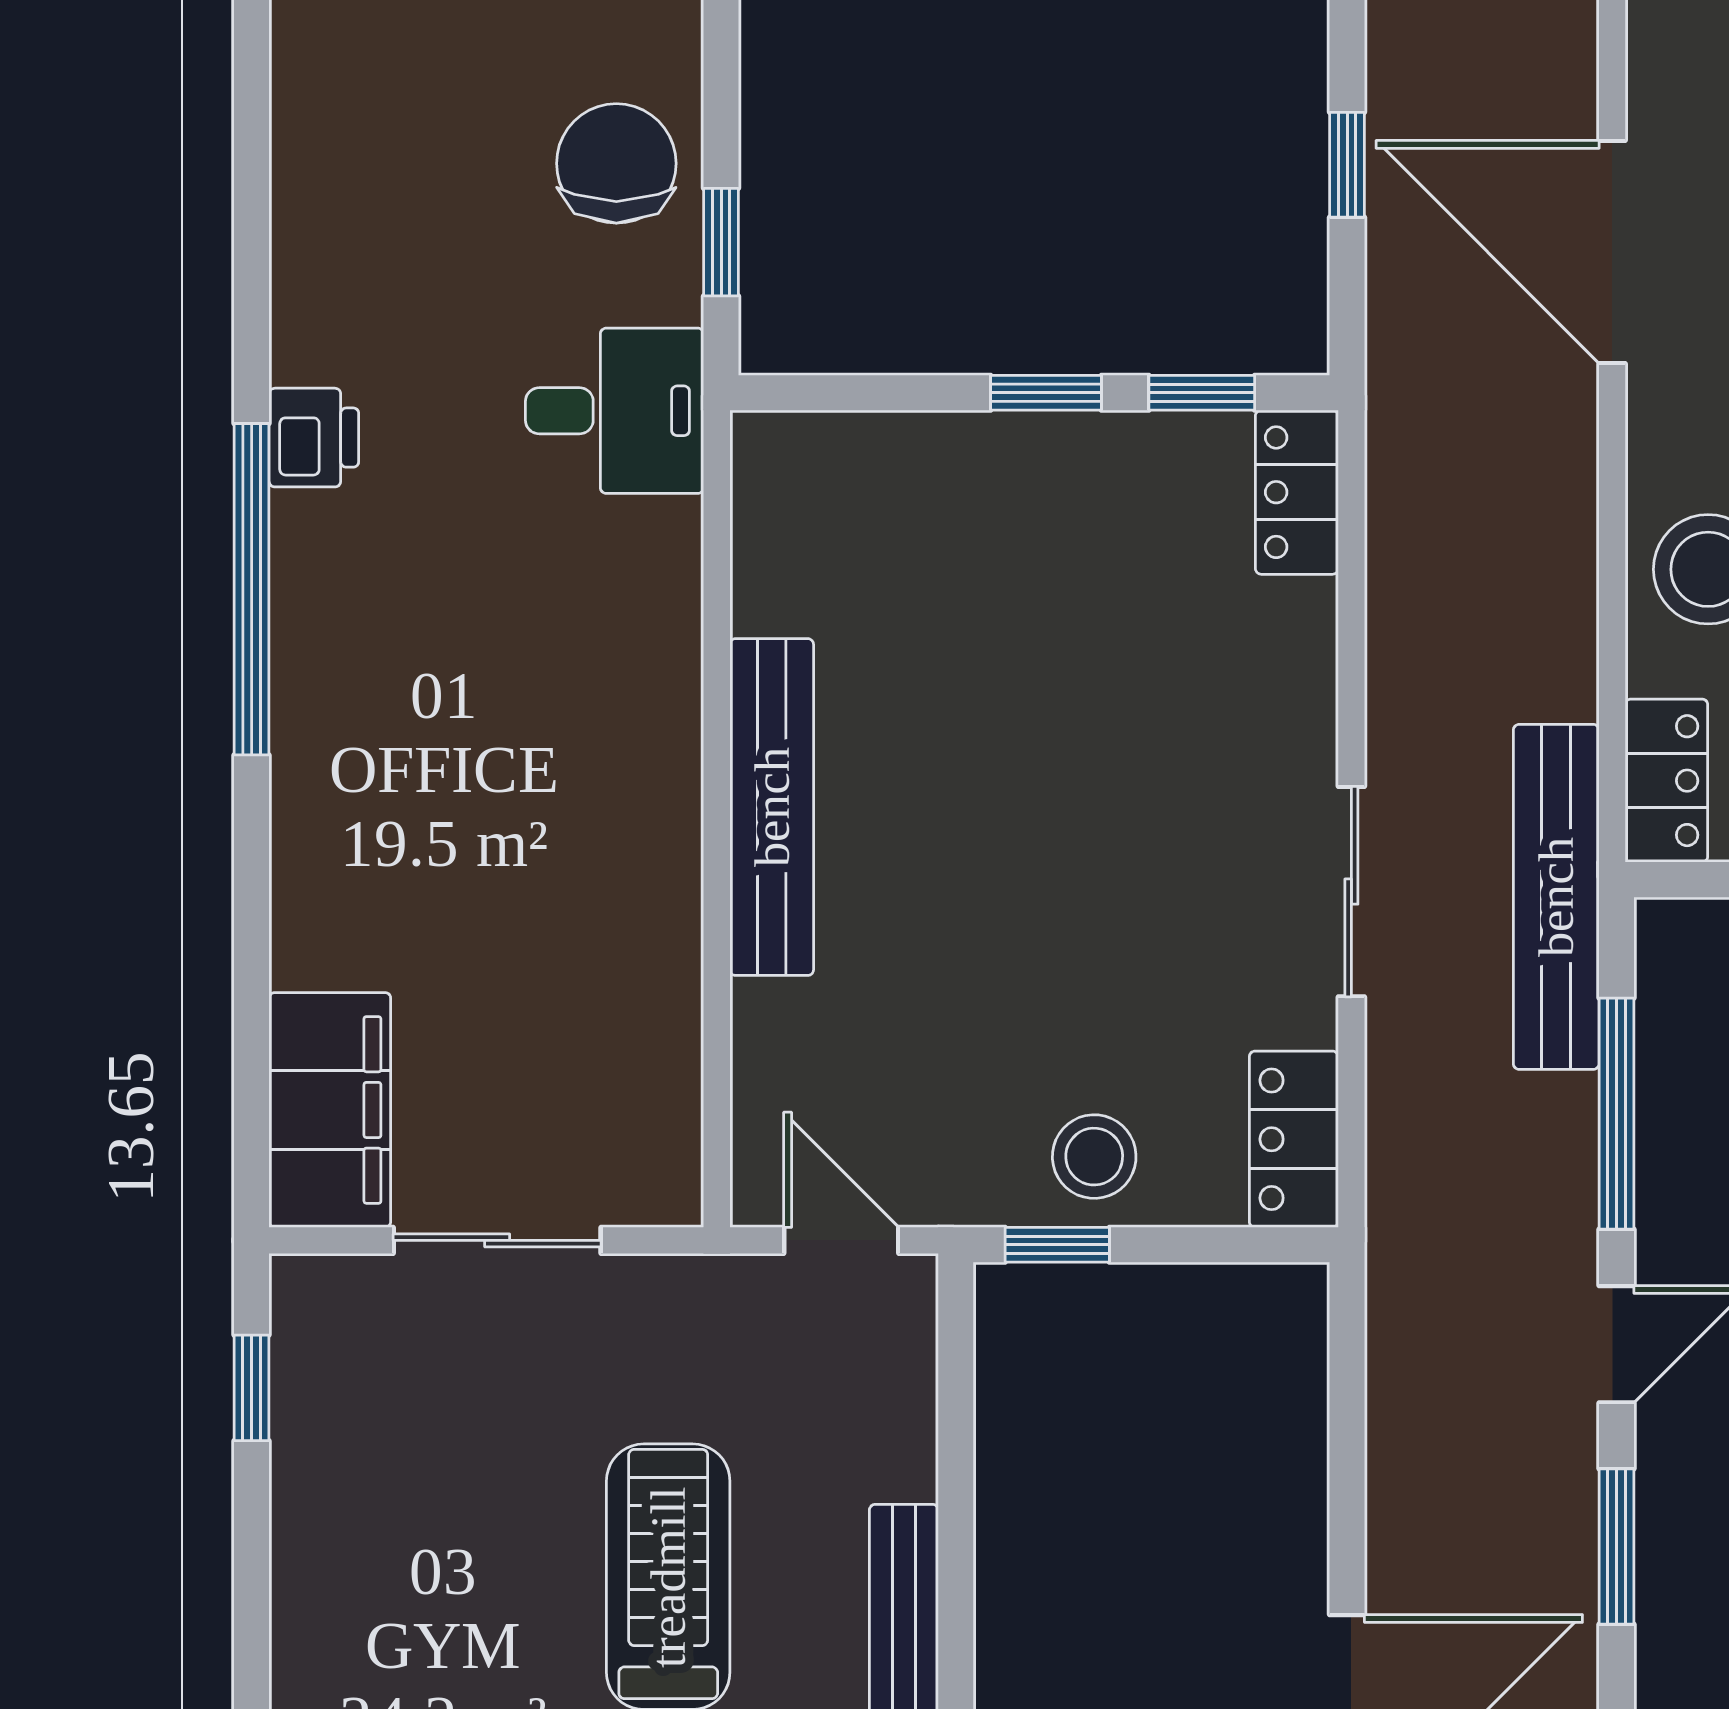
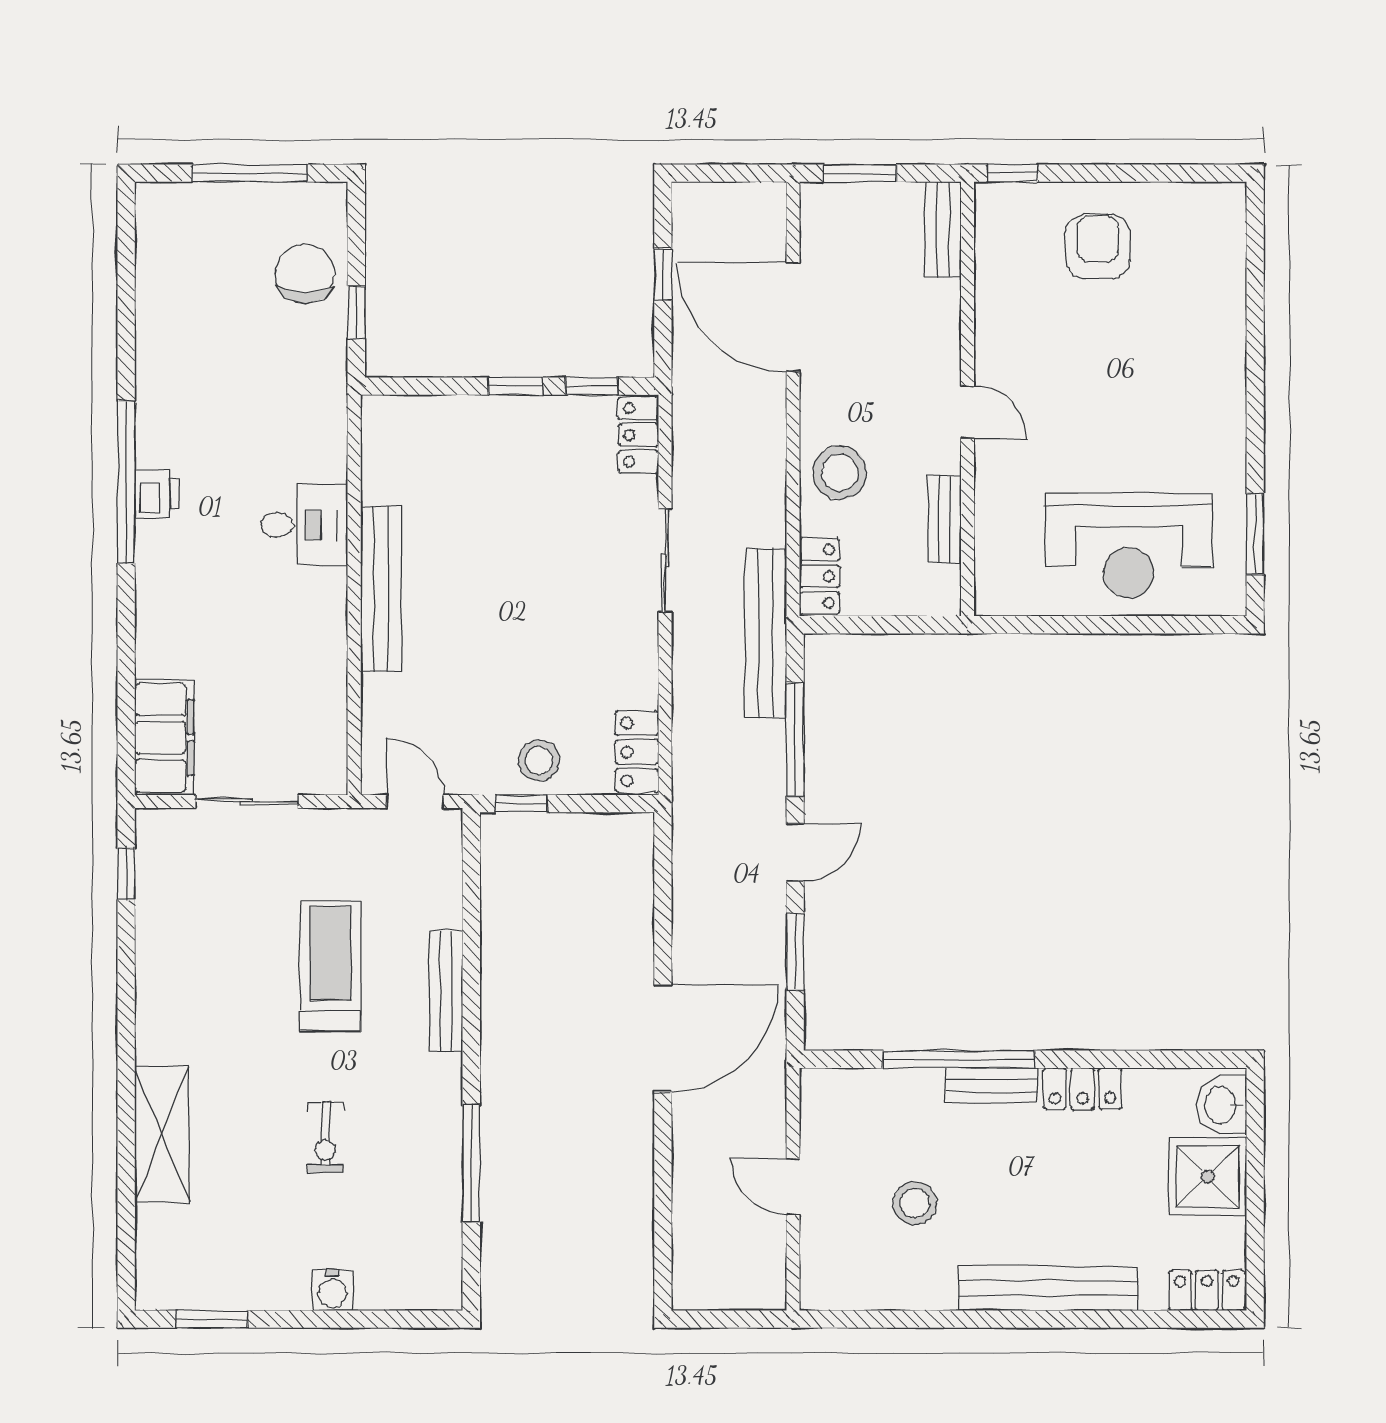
desk: (615, 411) -> (304, 525), moved
printer: (314, 438) -> (157, 494), moved
sliding door: (1351, 892) -> (665, 560), moved

